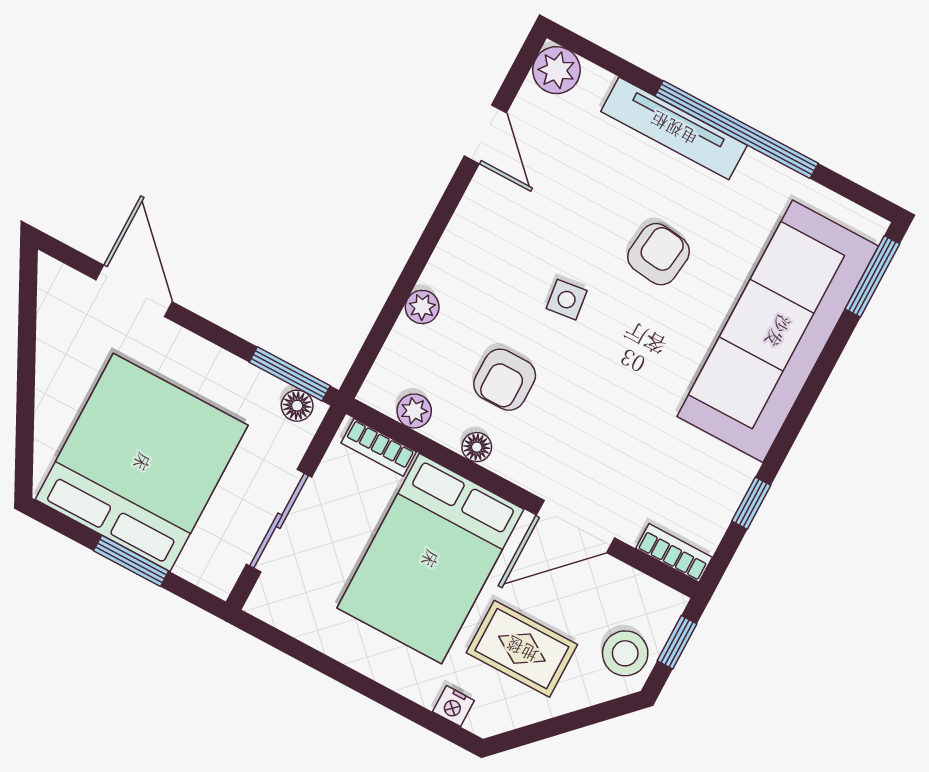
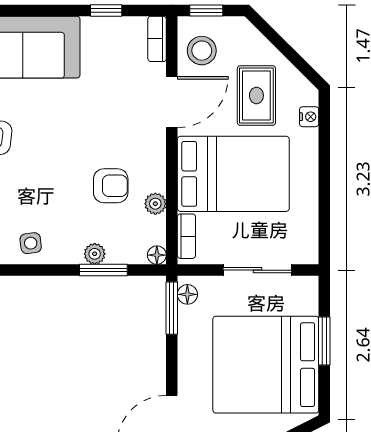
side table: (567, 300) -> (31, 243), moved
window: (393, 307) -> (103, 270), added
plant: (414, 411) -> (155, 204), moved
floor lamp: (477, 447) -> (157, 255), moved
door: (575, 526) -> (172, 102), hinge flipped
stool: (625, 653) -> (202, 51), moved

